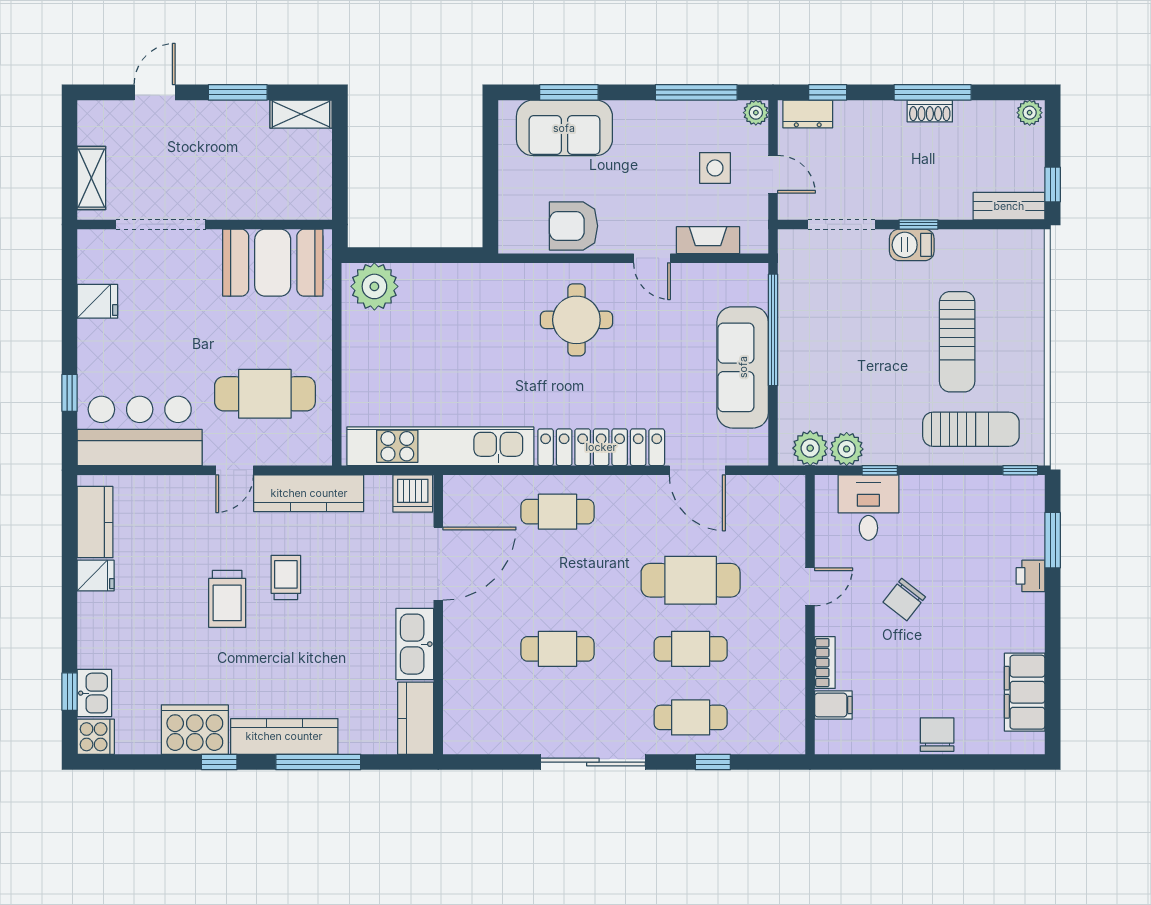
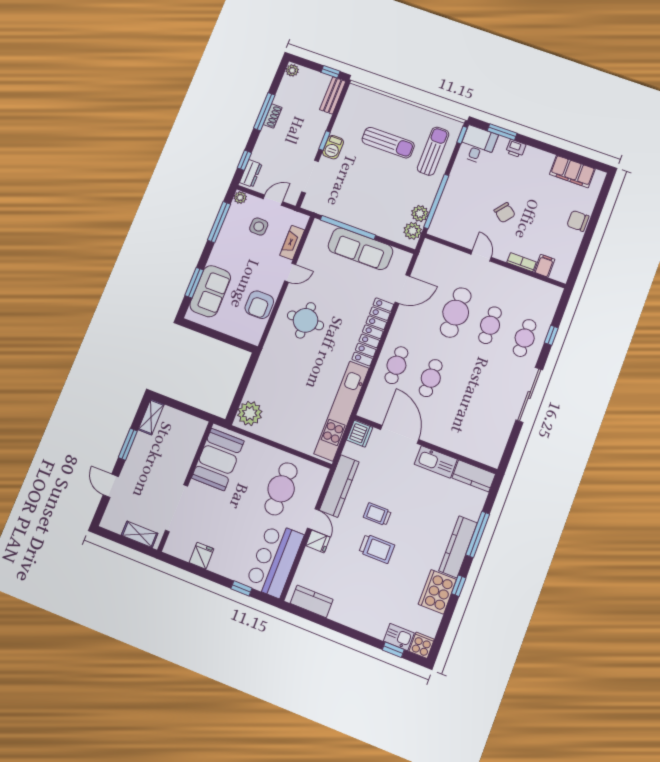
window: (880, 470) -> (436, 201), width x3.17
desk: (868, 508) -> (478, 145), moved, turned 90
fridge: (96, 576) -> (318, 541), moved, turned 90
cafe table: (557, 649) -> (431, 378), moved

